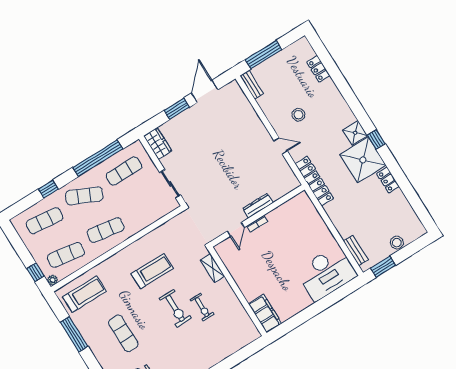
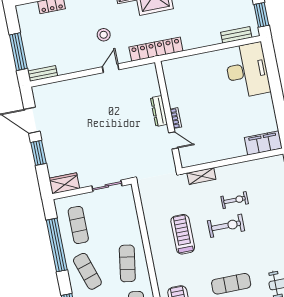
stool: (298, 115) -> (104, 35), moved
exercise mat: (84, 196) -> (87, 271), turned -42

